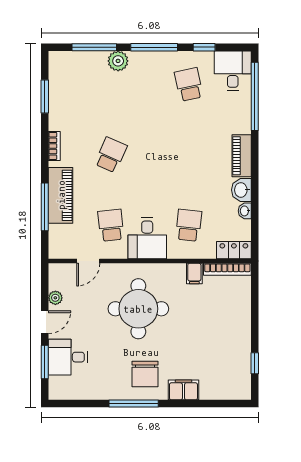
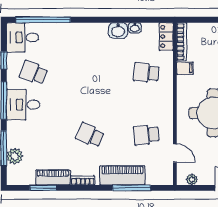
plant: (118, 61) -> (15, 156), moved
school desk: (189, 84) -> (34, 73), turned 33
piano: (242, 156) -> (53, 177), moved, turned 180
desk: (147, 238) -> (23, 105), moved, turned 180
plant: (55, 298) -> (192, 179), moved

